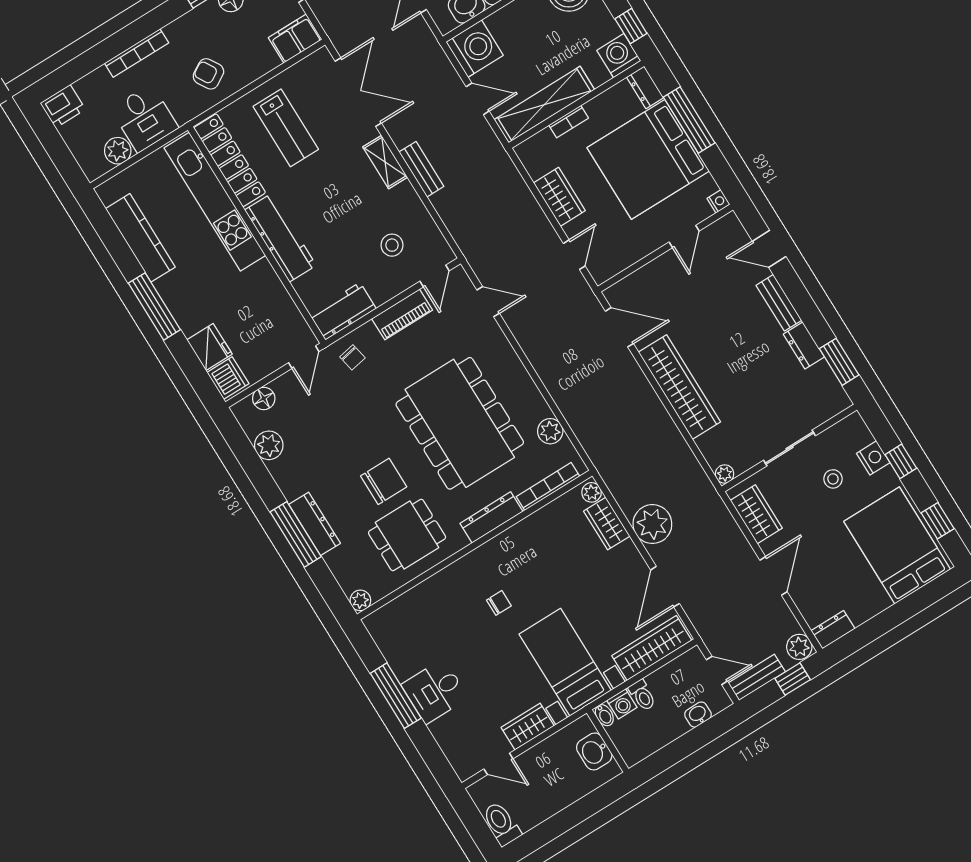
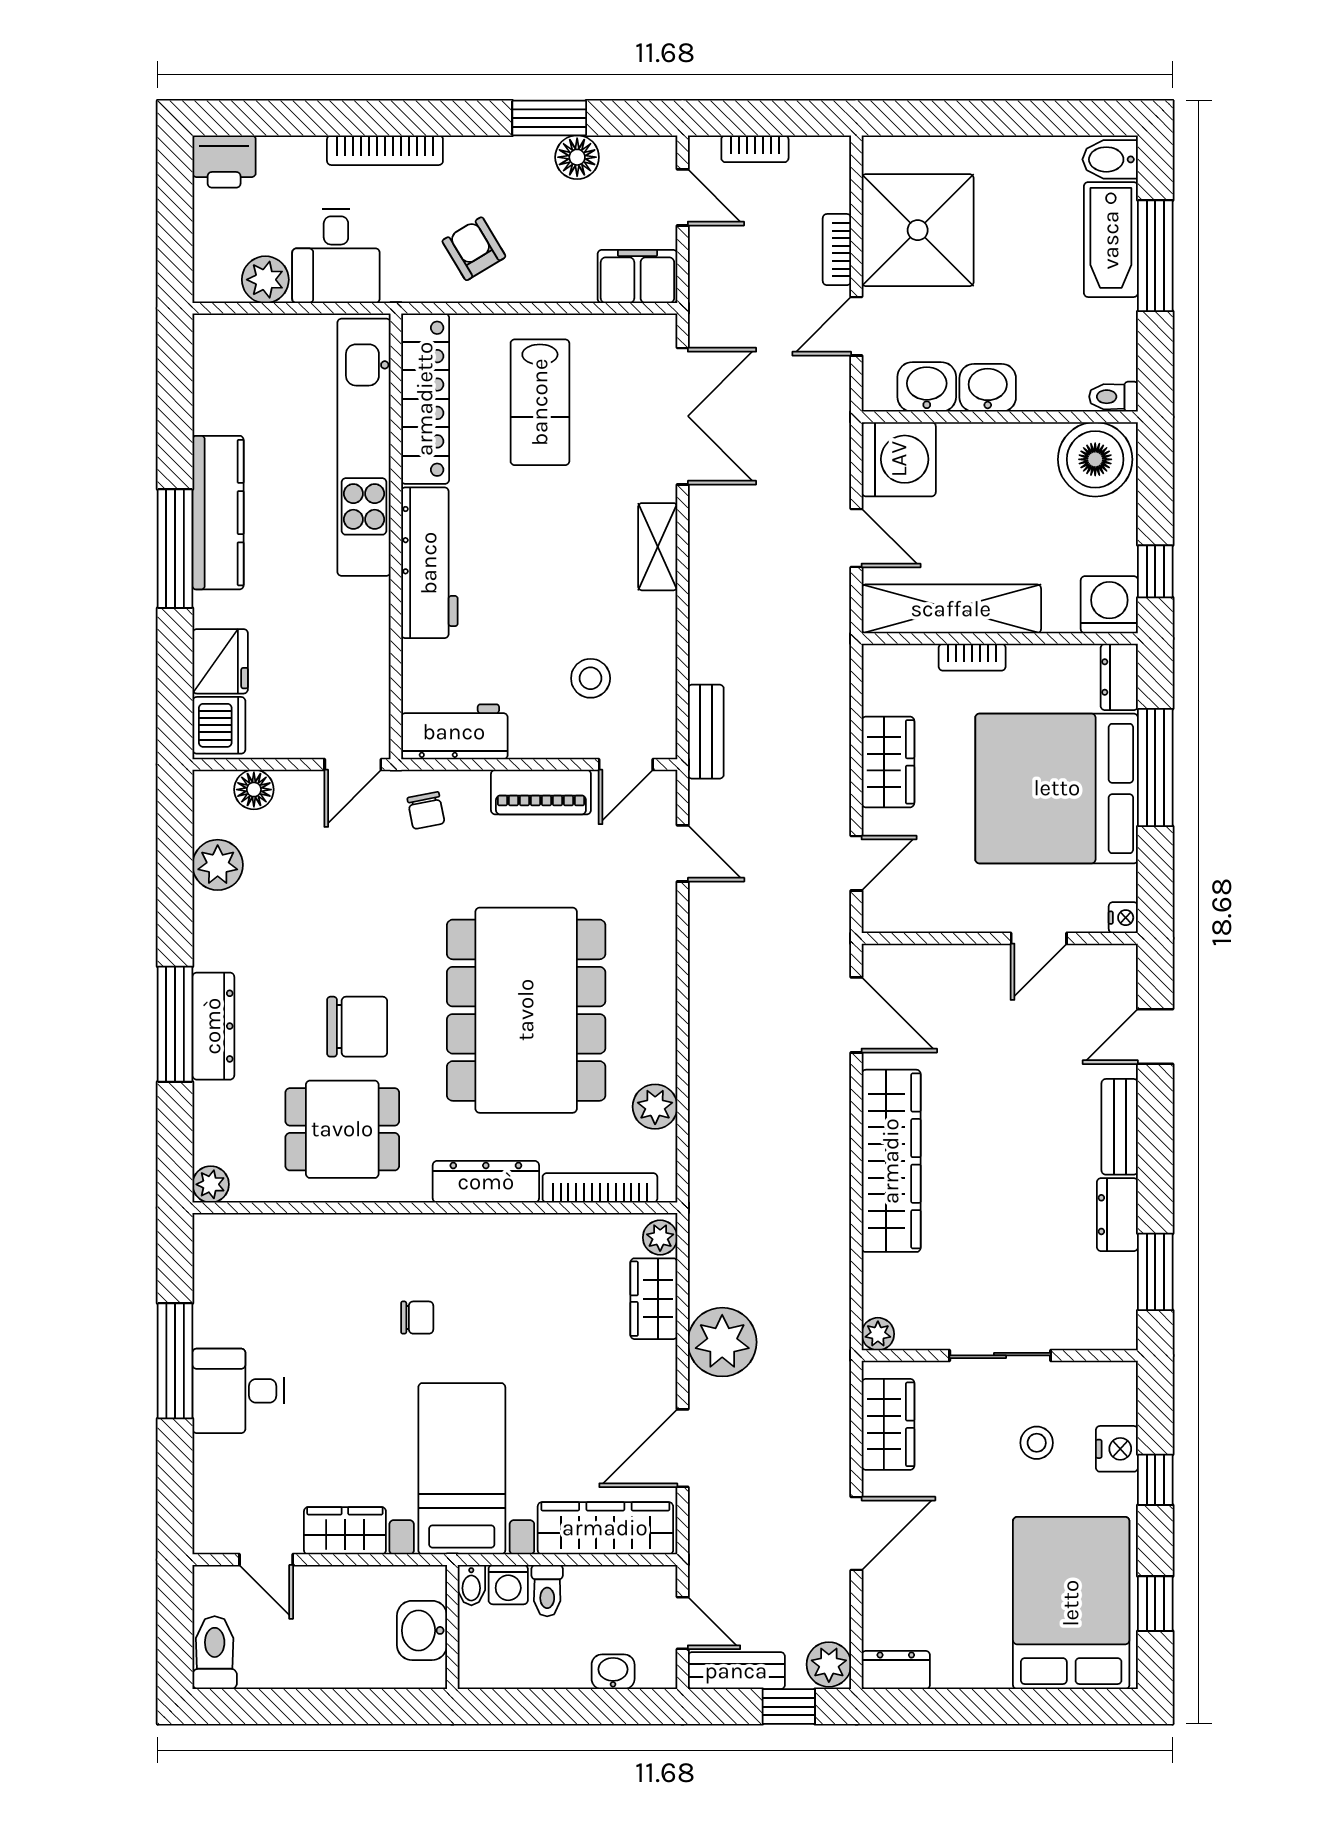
bench: (421, 169) -> (706, 732), moved
kitchen counter: (140, 238) -> (218, 513), moved
door: (769, 249) -> (1155, 1036), hinge flipped

